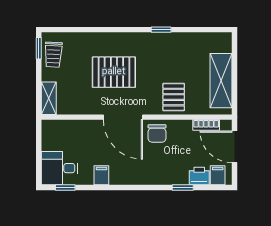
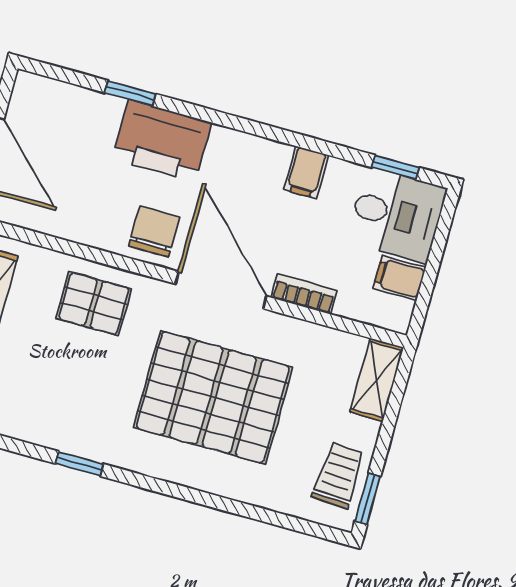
pallet: (114, 72) -> (213, 397), width x1.37, depth x1.41
pallet: (174, 97) -> (94, 304), turned 90
bookcase: (206, 125) -> (304, 294), moved
filing cabinet: (218, 175) -> (400, 278), moved, turned 90
printer: (199, 176) -> (162, 141), moved, width x1.87, depth x1.48

